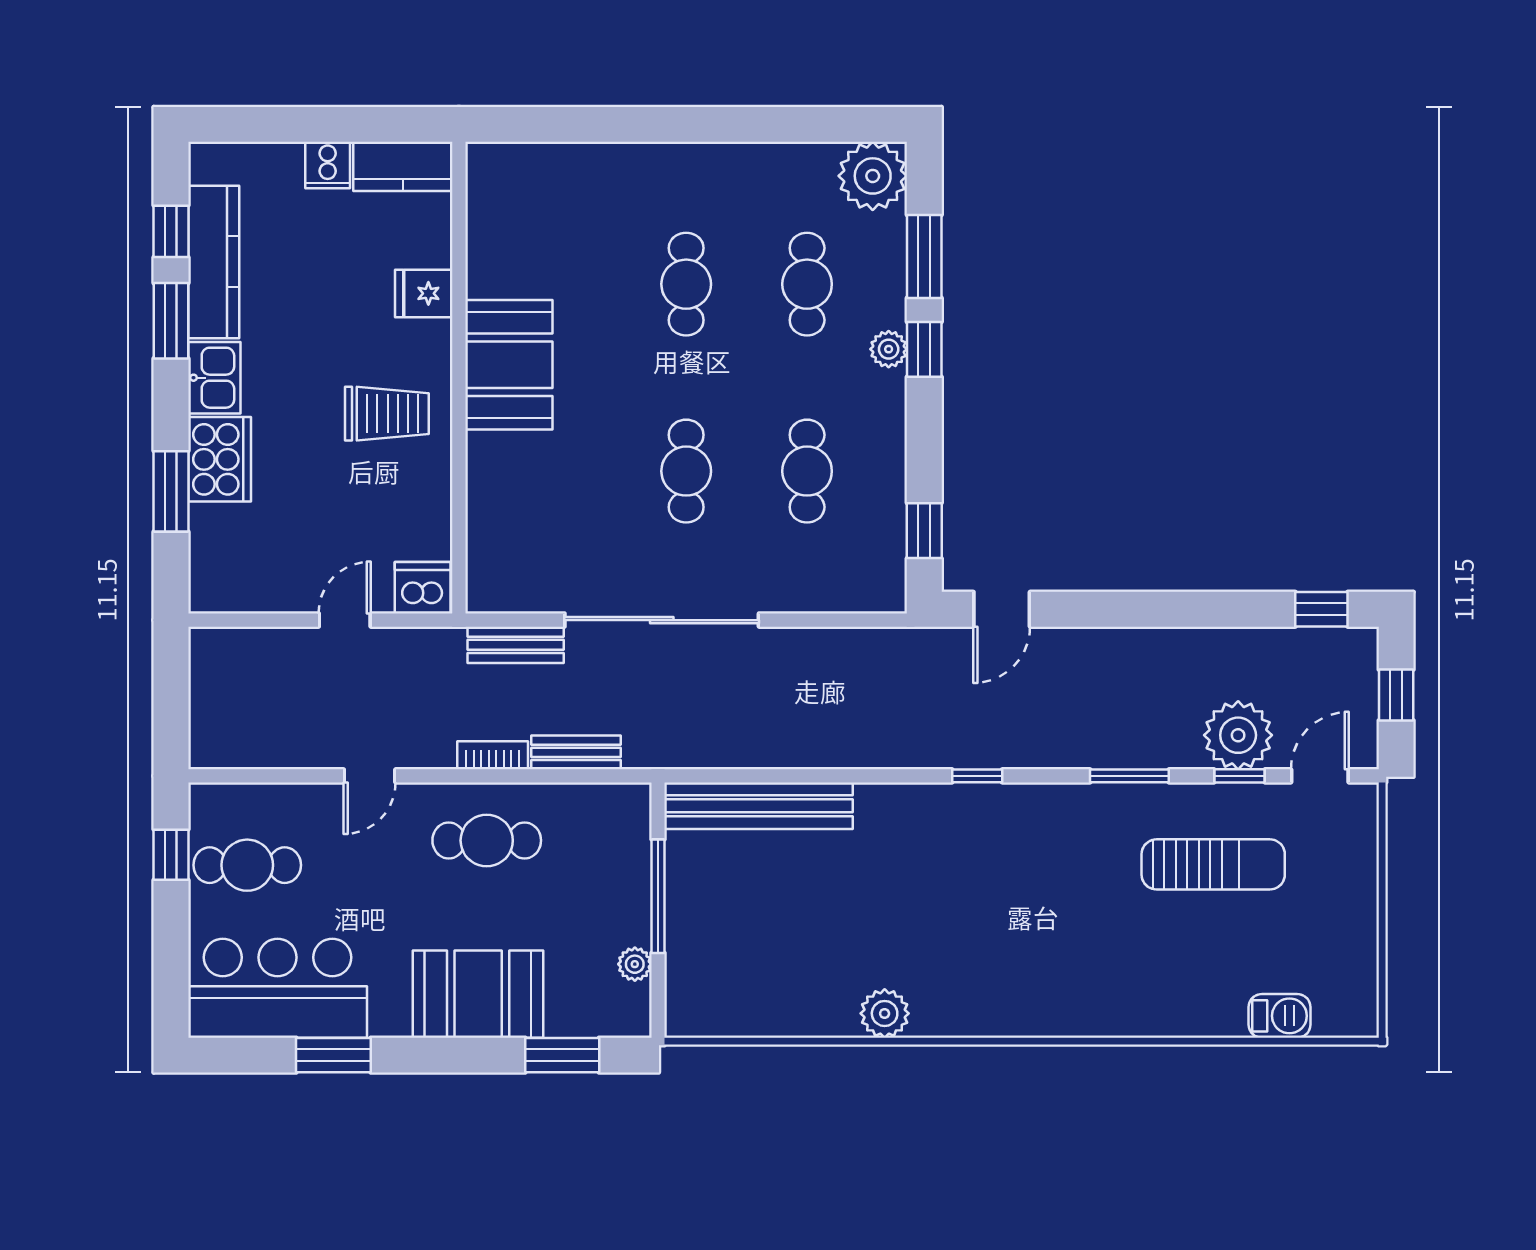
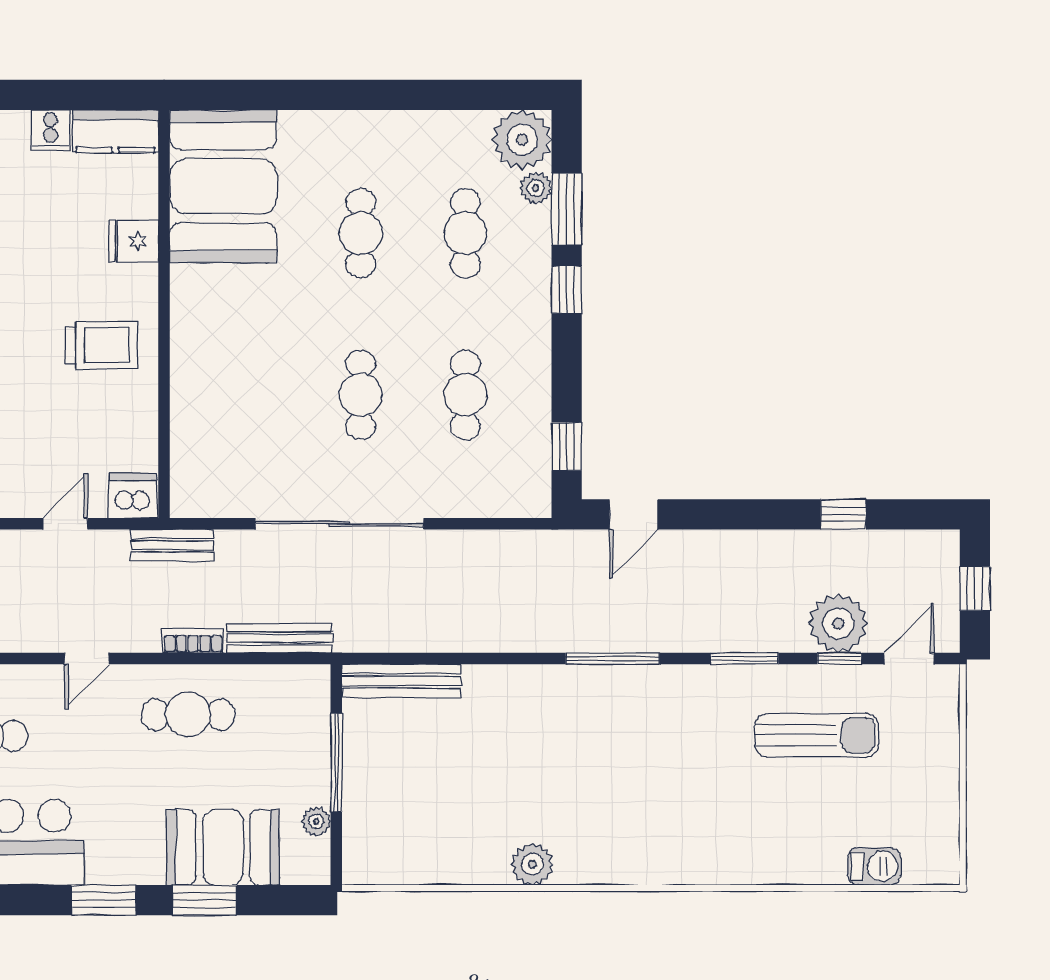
plant: (889, 349) -> (536, 188), moved
booth: (509, 365) -> (223, 186), moved, width x1.36, depth x1.42
window: (1321, 609) -> (843, 514), moved
bench: (516, 645) -> (172, 545), moved
bench: (576, 752) -> (279, 638), width x1.36
window: (977, 776) -> (612, 659), width x2.17
bench: (759, 806) -> (402, 681), width x0.73, depth x0.82
booth: (478, 994) -> (223, 847), moved
window: (333, 1055) -> (104, 900), moved
window: (562, 1055) -> (205, 900), moved

